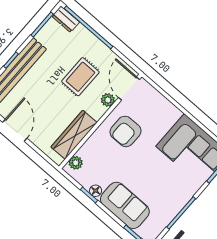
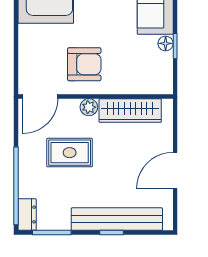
plant: (108, 100) -> (89, 107), moved
plant: (76, 163) -> (155, 86), removed

